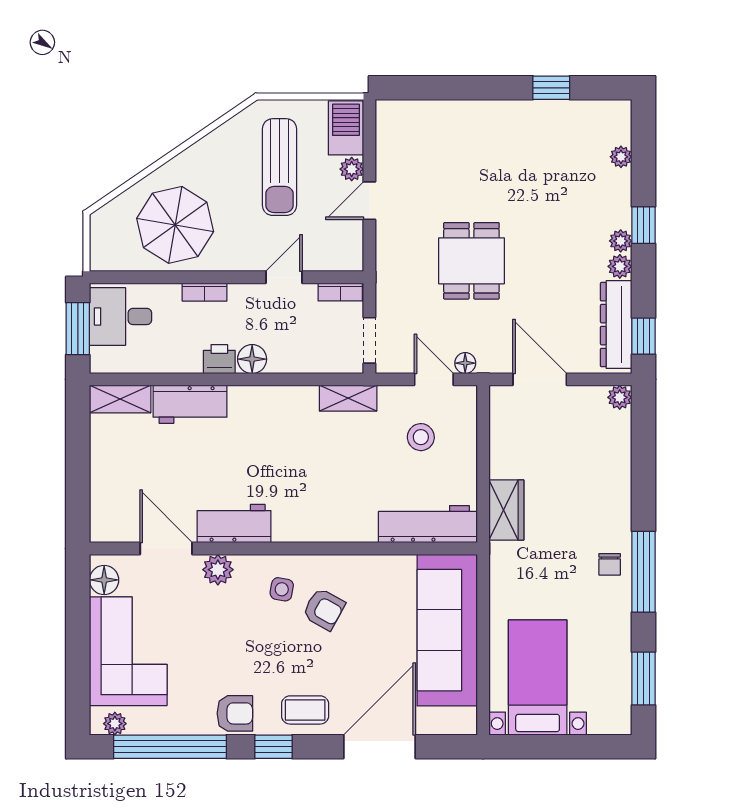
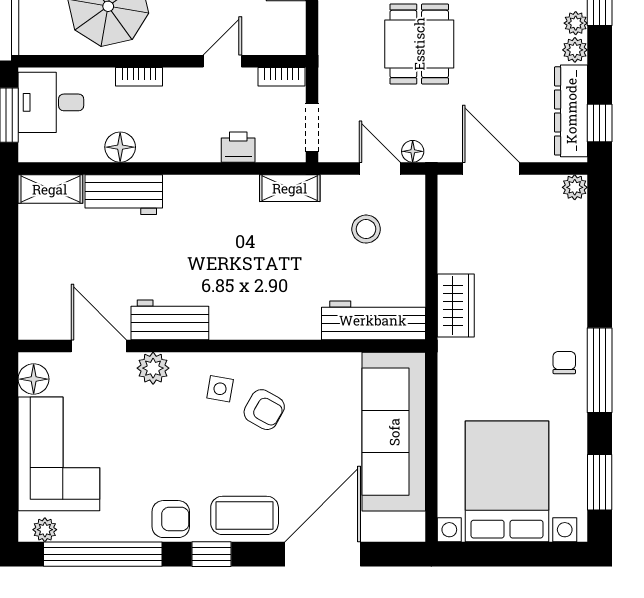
printer: (219, 359) -> (238, 147), moved
floor lamp: (252, 359) -> (120, 147), moved
chair: (610, 564) -> (564, 363), turned 180
bed with nightstands: (538, 677) -> (507, 481), width x1.36
coffee table: (305, 710) -> (245, 515), width x1.36, depth x1.30

